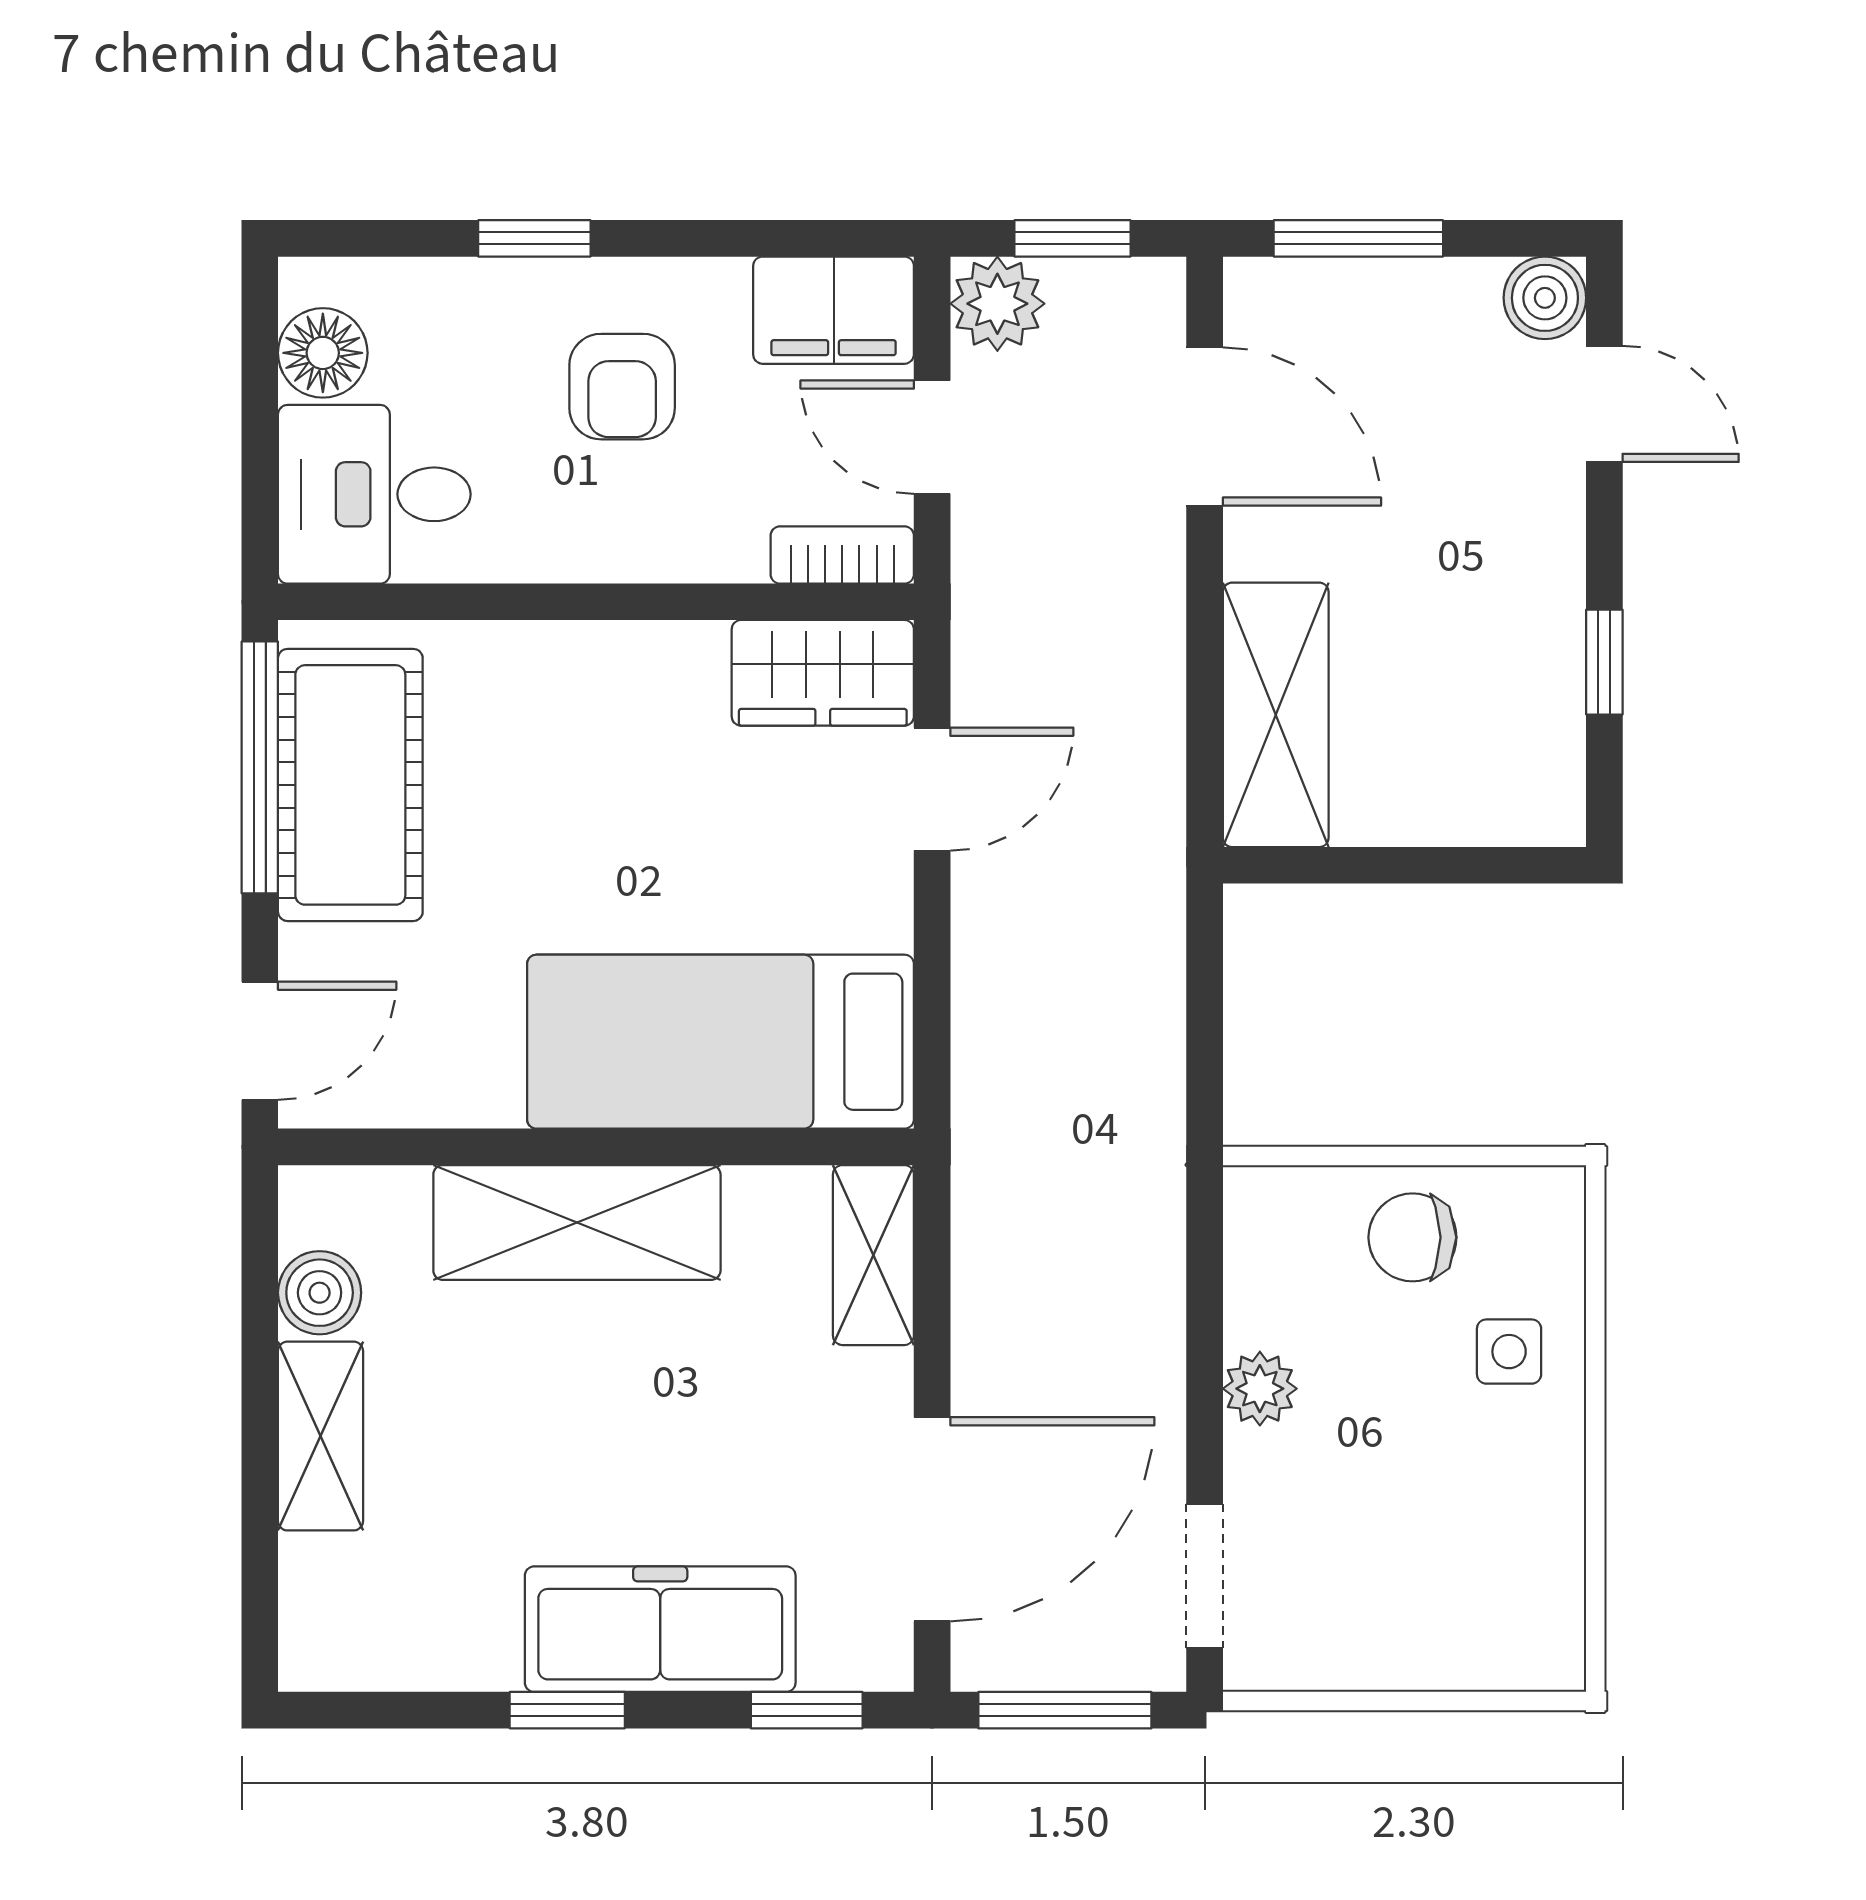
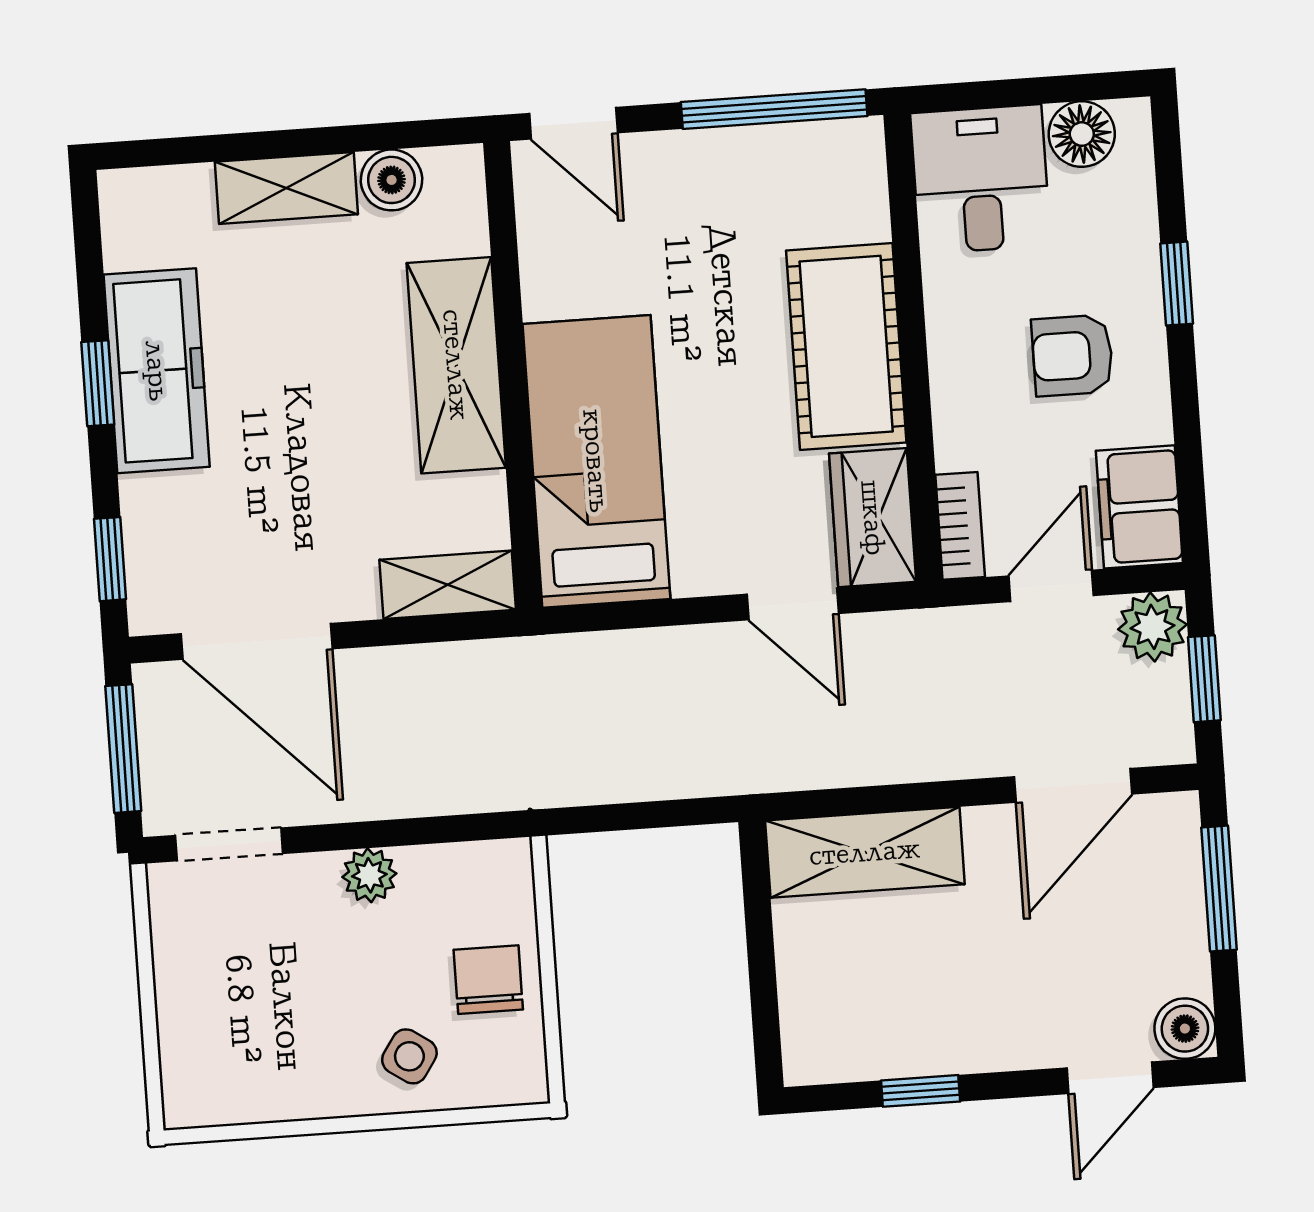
cot: (350, 785) -> (846, 346), moved, turned 90
side table: (1509, 1352) -> (409, 1056), turned 34
freezer: (660, 1629) -> (157, 371), moved

